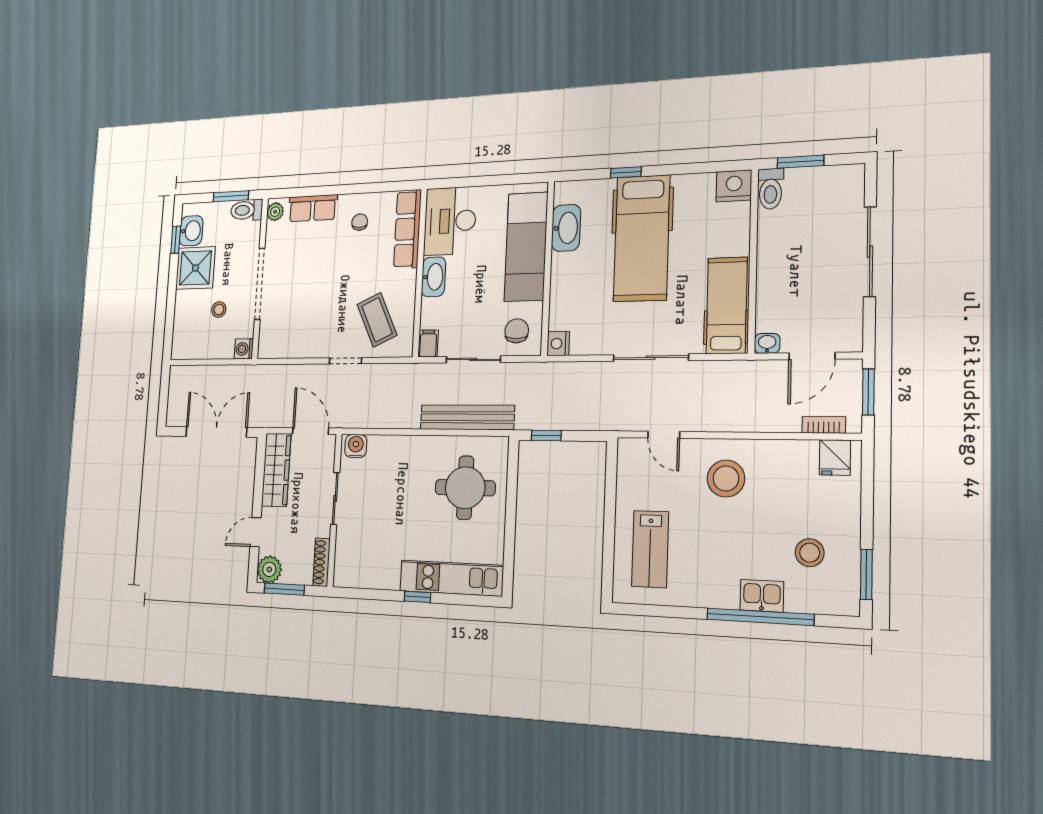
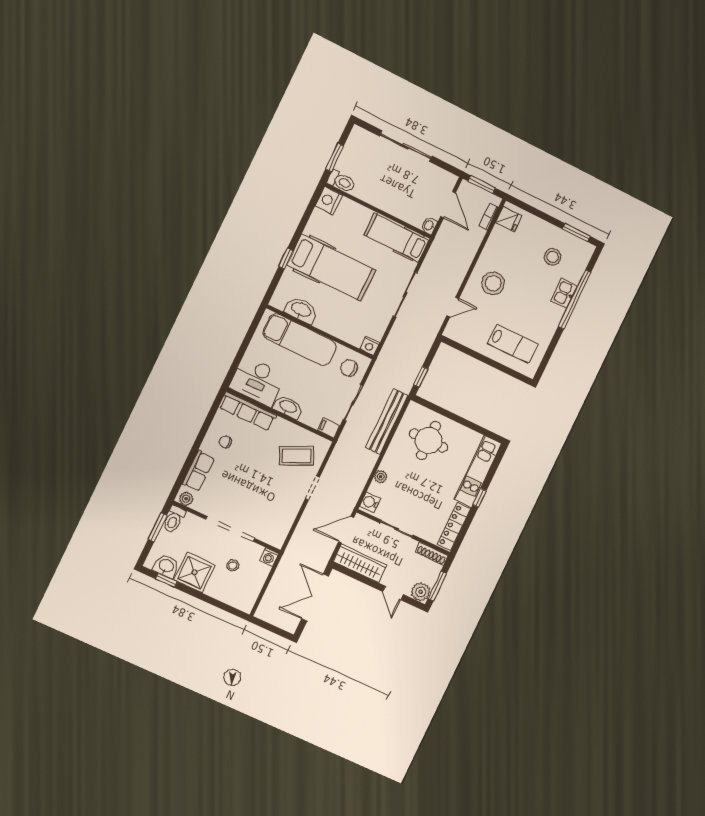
plant: (393, 444) -> (381, 477), added
locker: (367, 577) -> (454, 527), added

